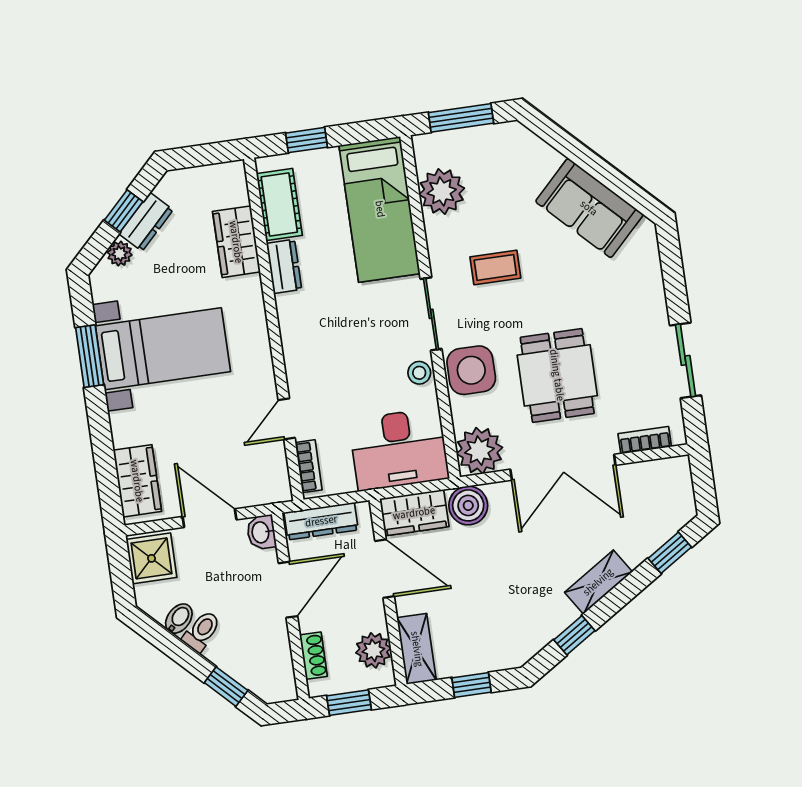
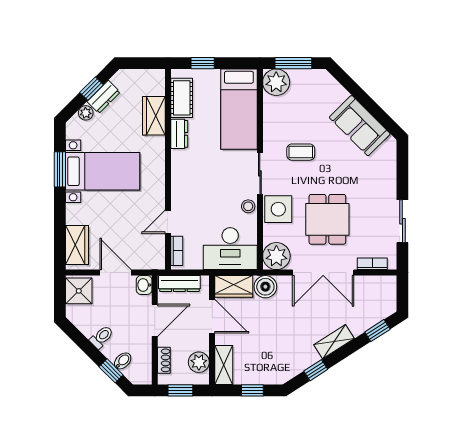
plant: (442, 191) -> (276, 82), moved
bidet: (179, 619) -> (123, 361), moved

